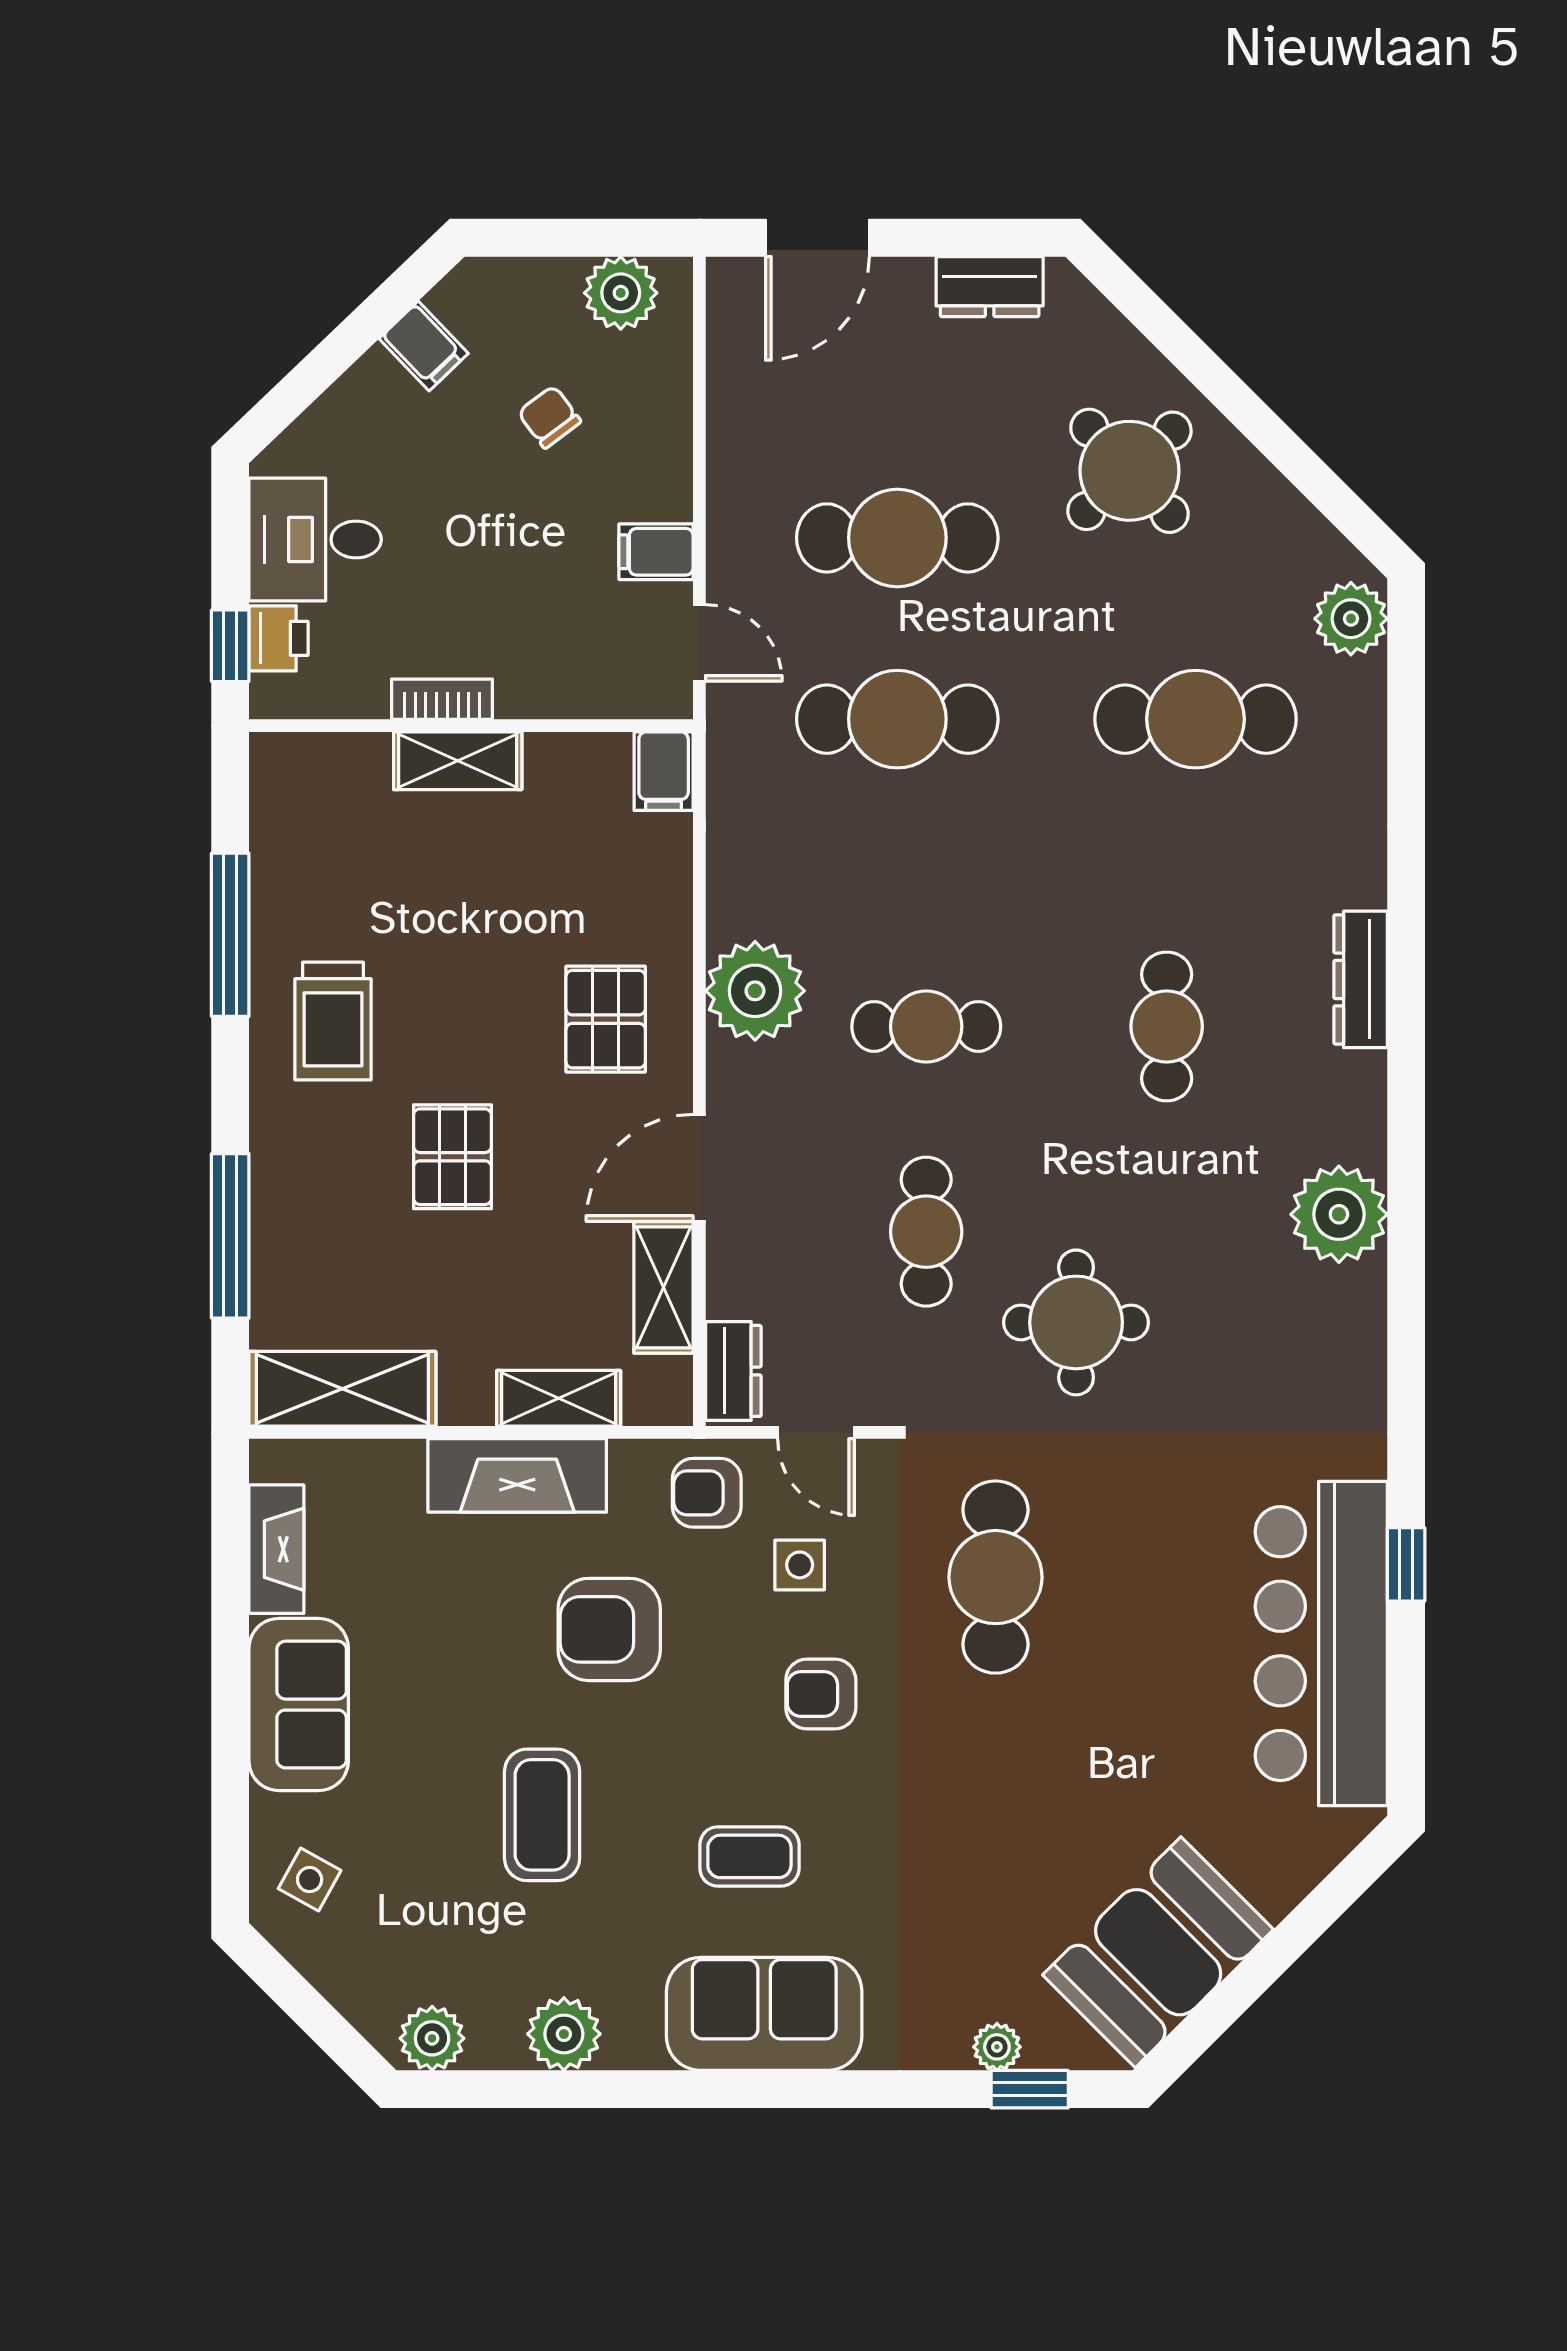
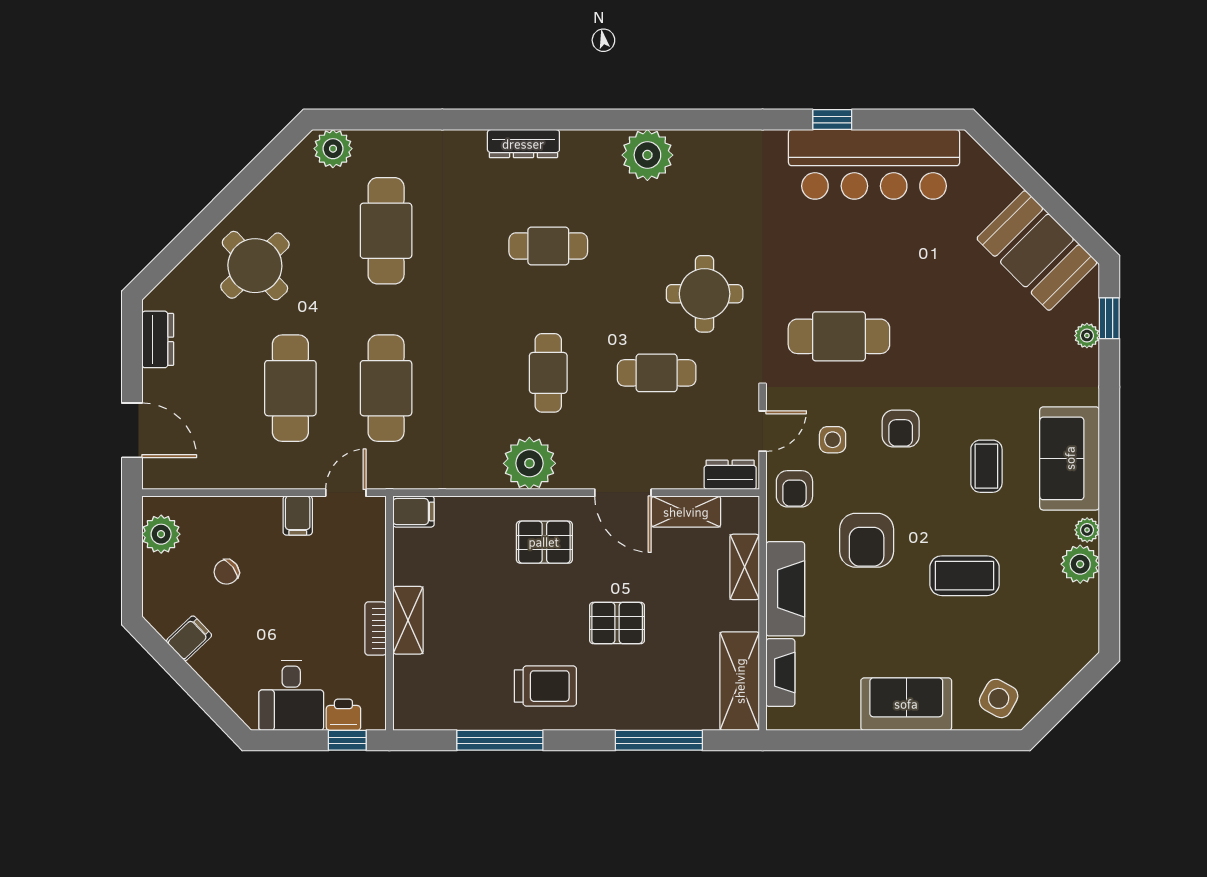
fireplace: (276, 1549) -> (780, 673), moved, turned 90
side table: (310, 1880) -> (999, 698), width x1.37, depth x1.37
plant: (432, 2038) -> (1087, 530), moved, width x0.73, depth x0.73

